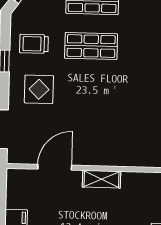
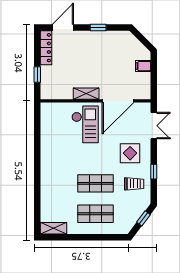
checkout: (104, 134) -> (85, 124), added
door: (55, 167) -> (118, 101), width x1.36

